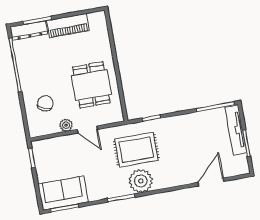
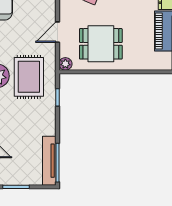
plant: (66, 125) -> (65, 64), moved
tv unit: (236, 130) -> (49, 161), moved, turned -90

